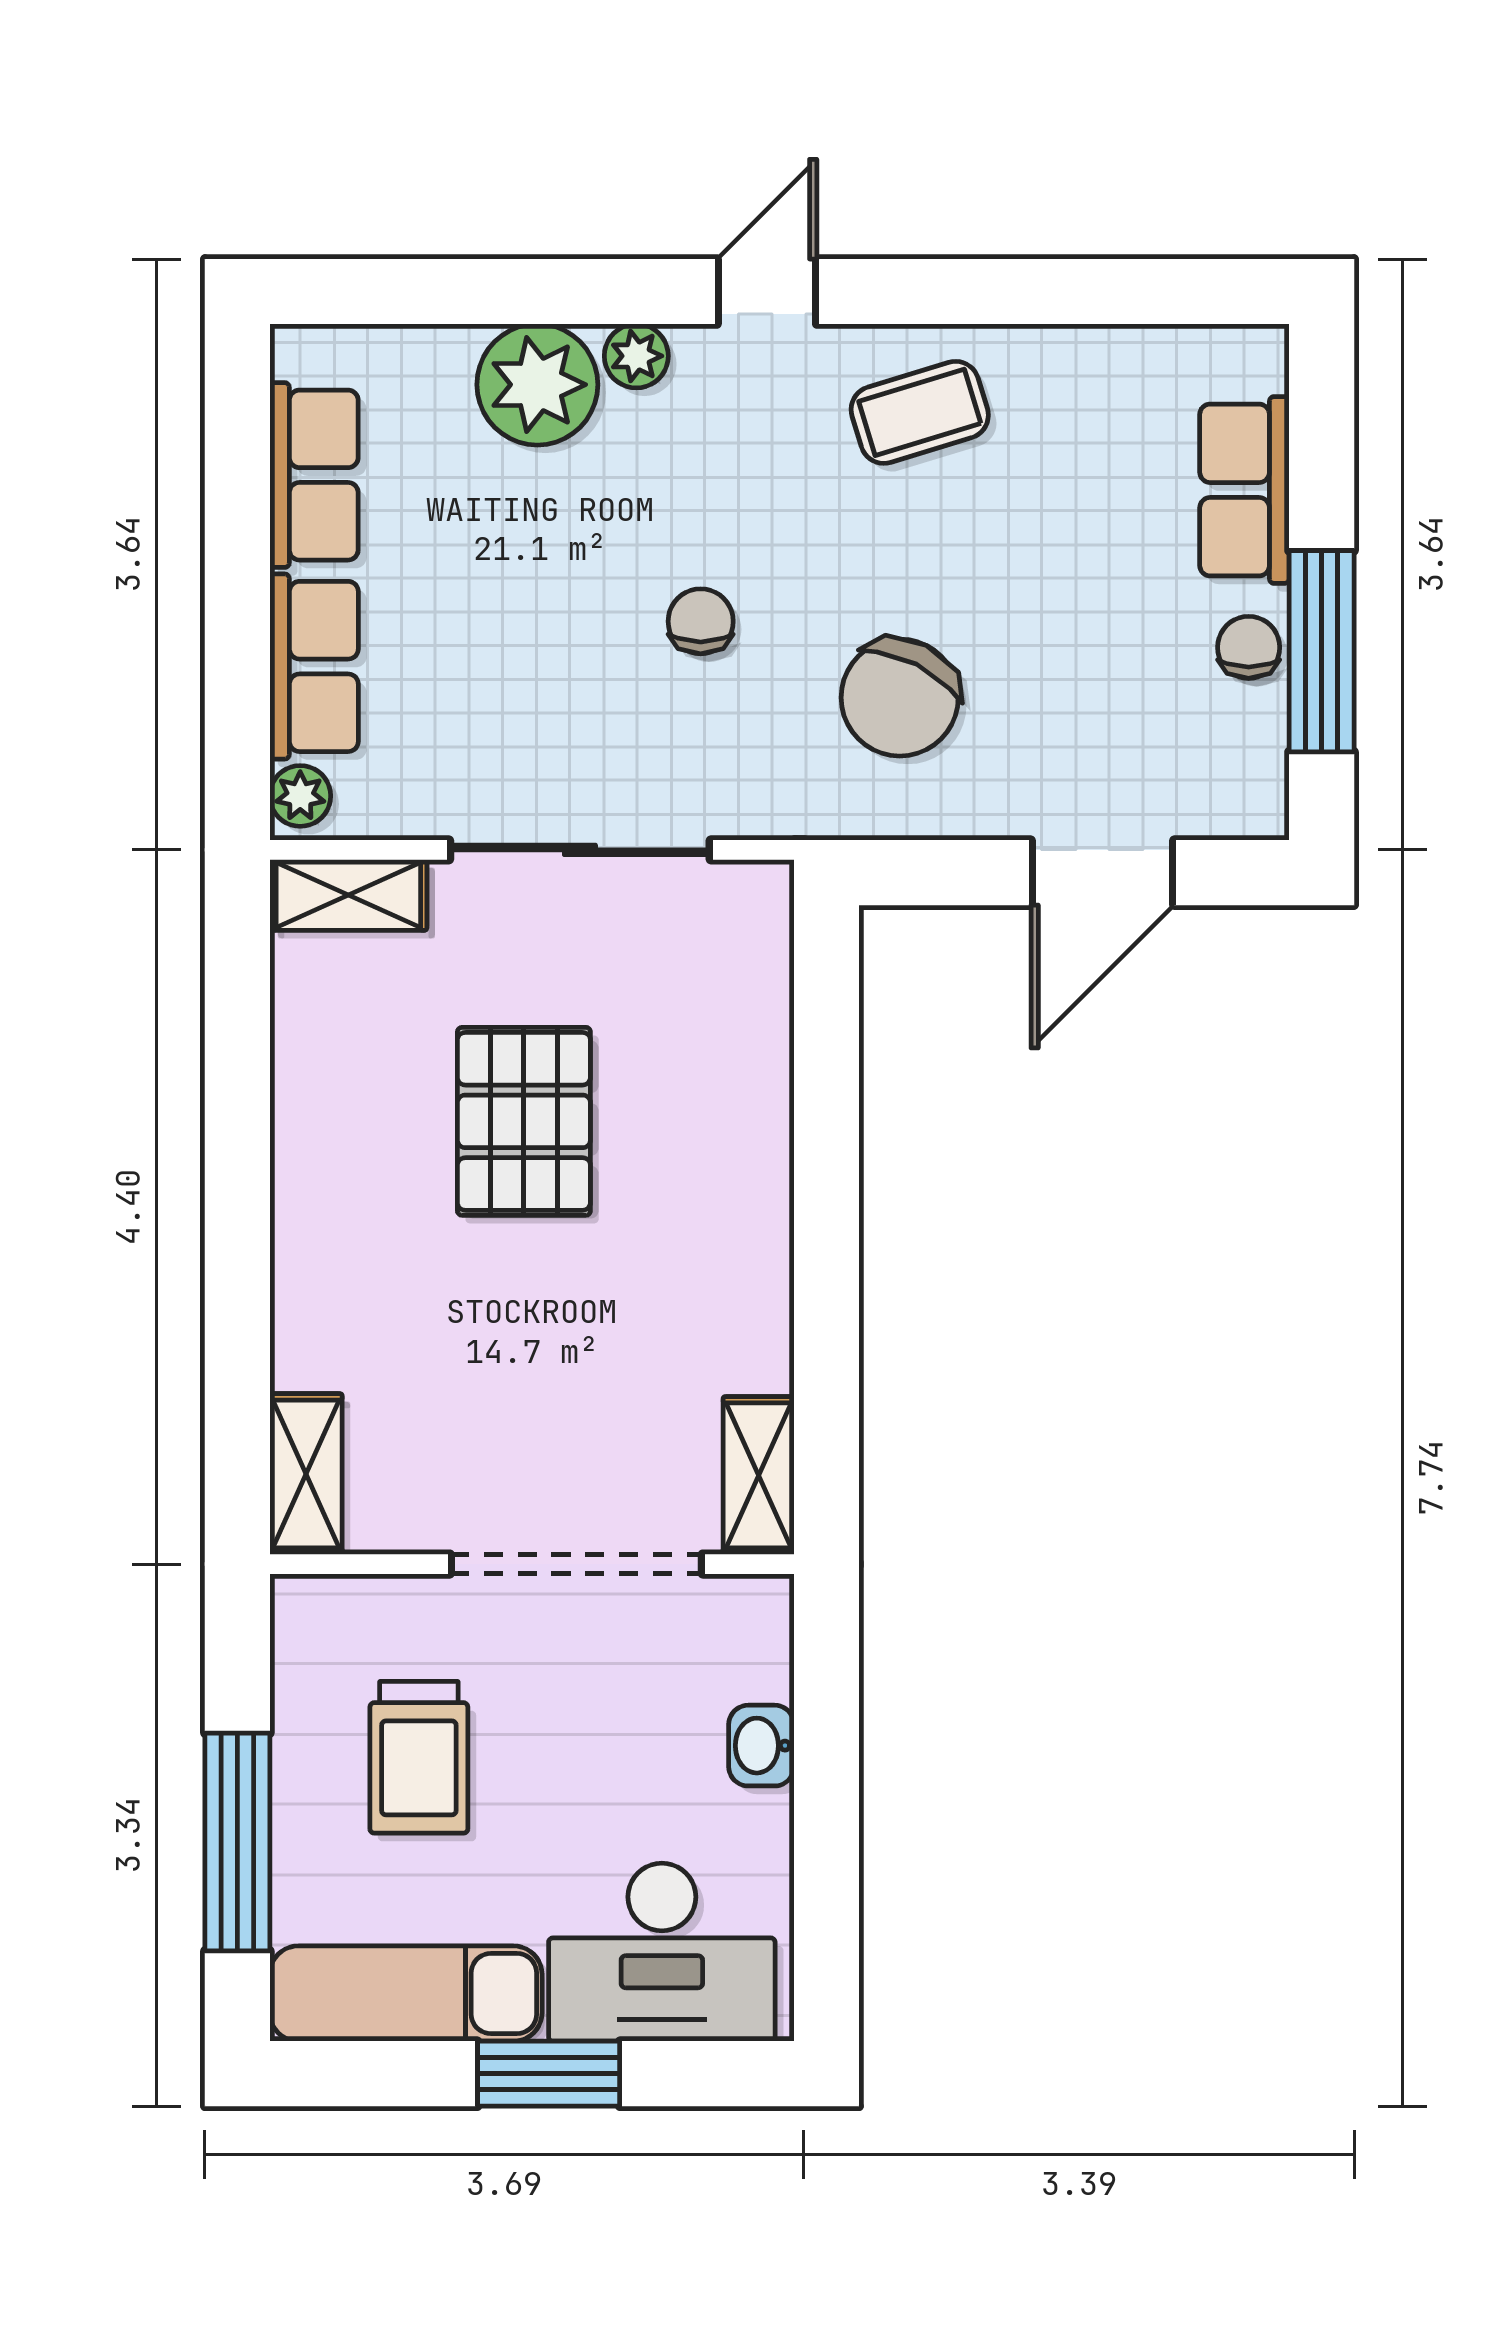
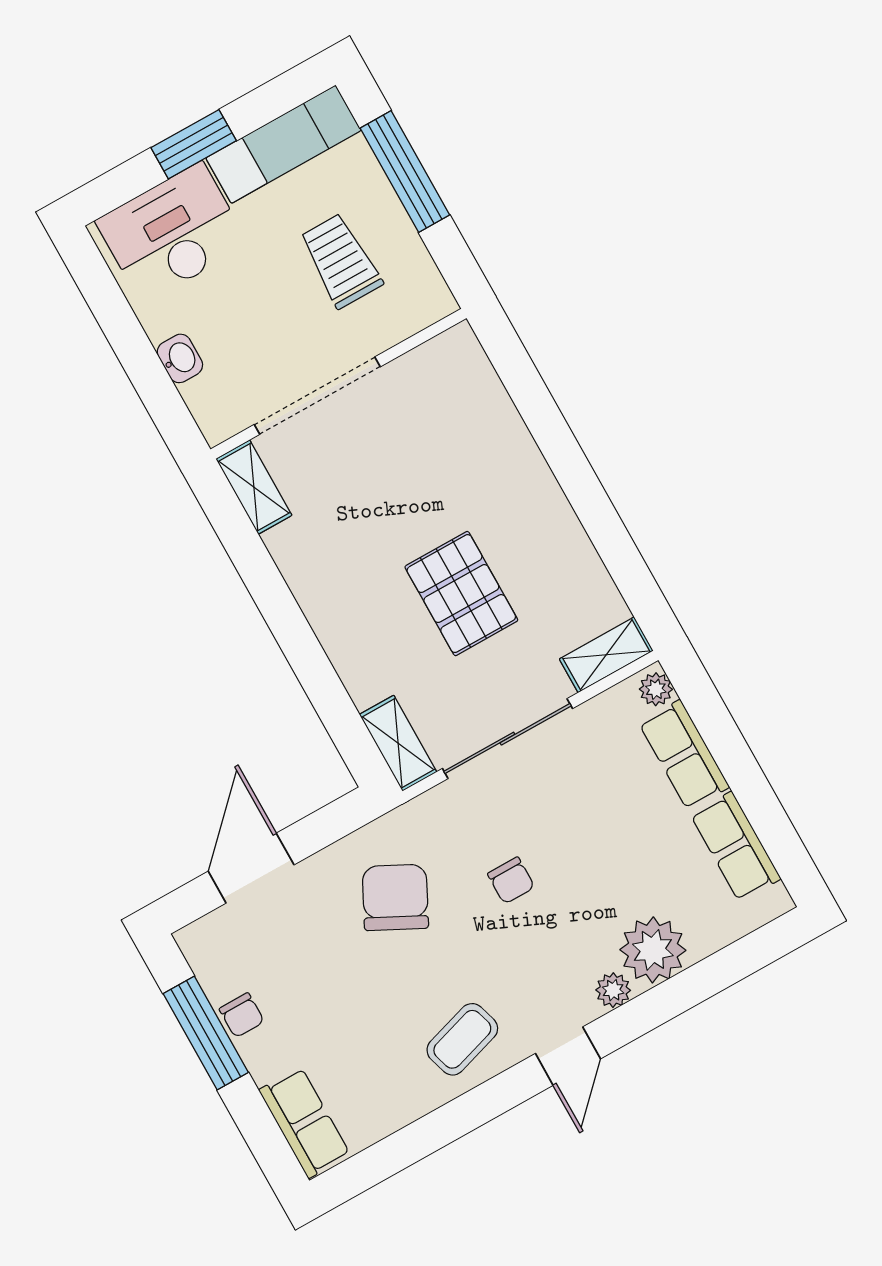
row of seats: (1244, 490) -> (305, 1123), moved
shelving: (306, 1474) -> (398, 743), moved

